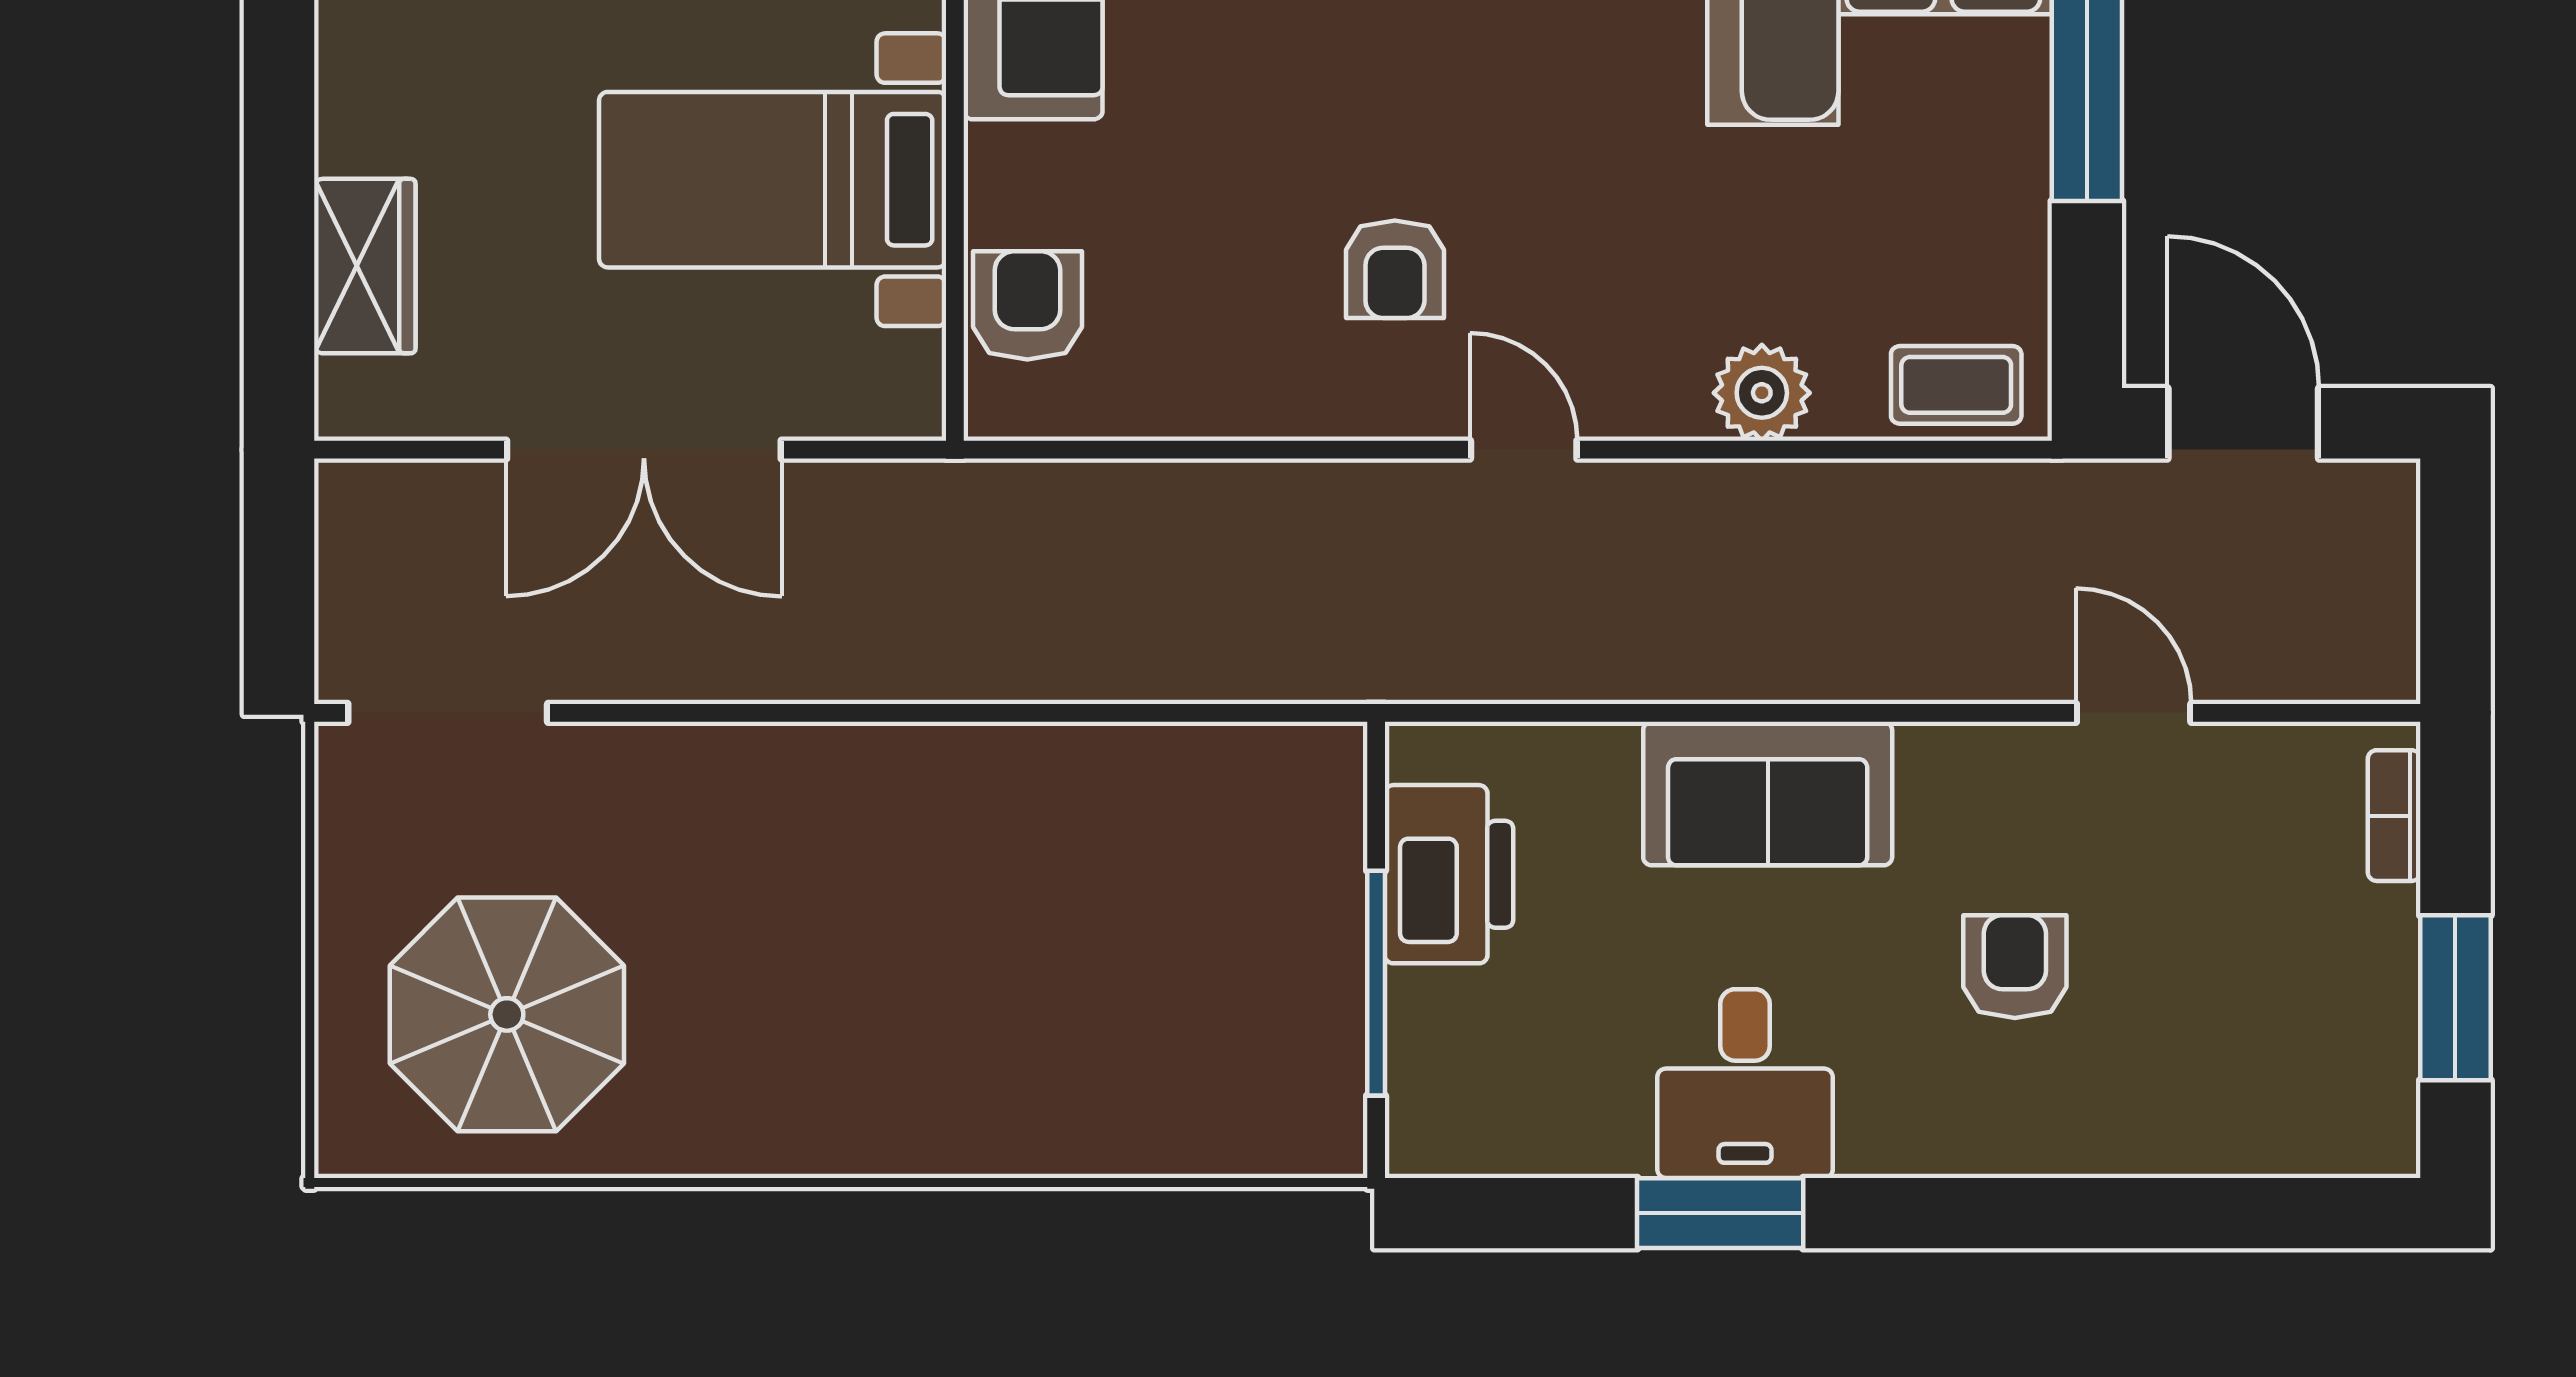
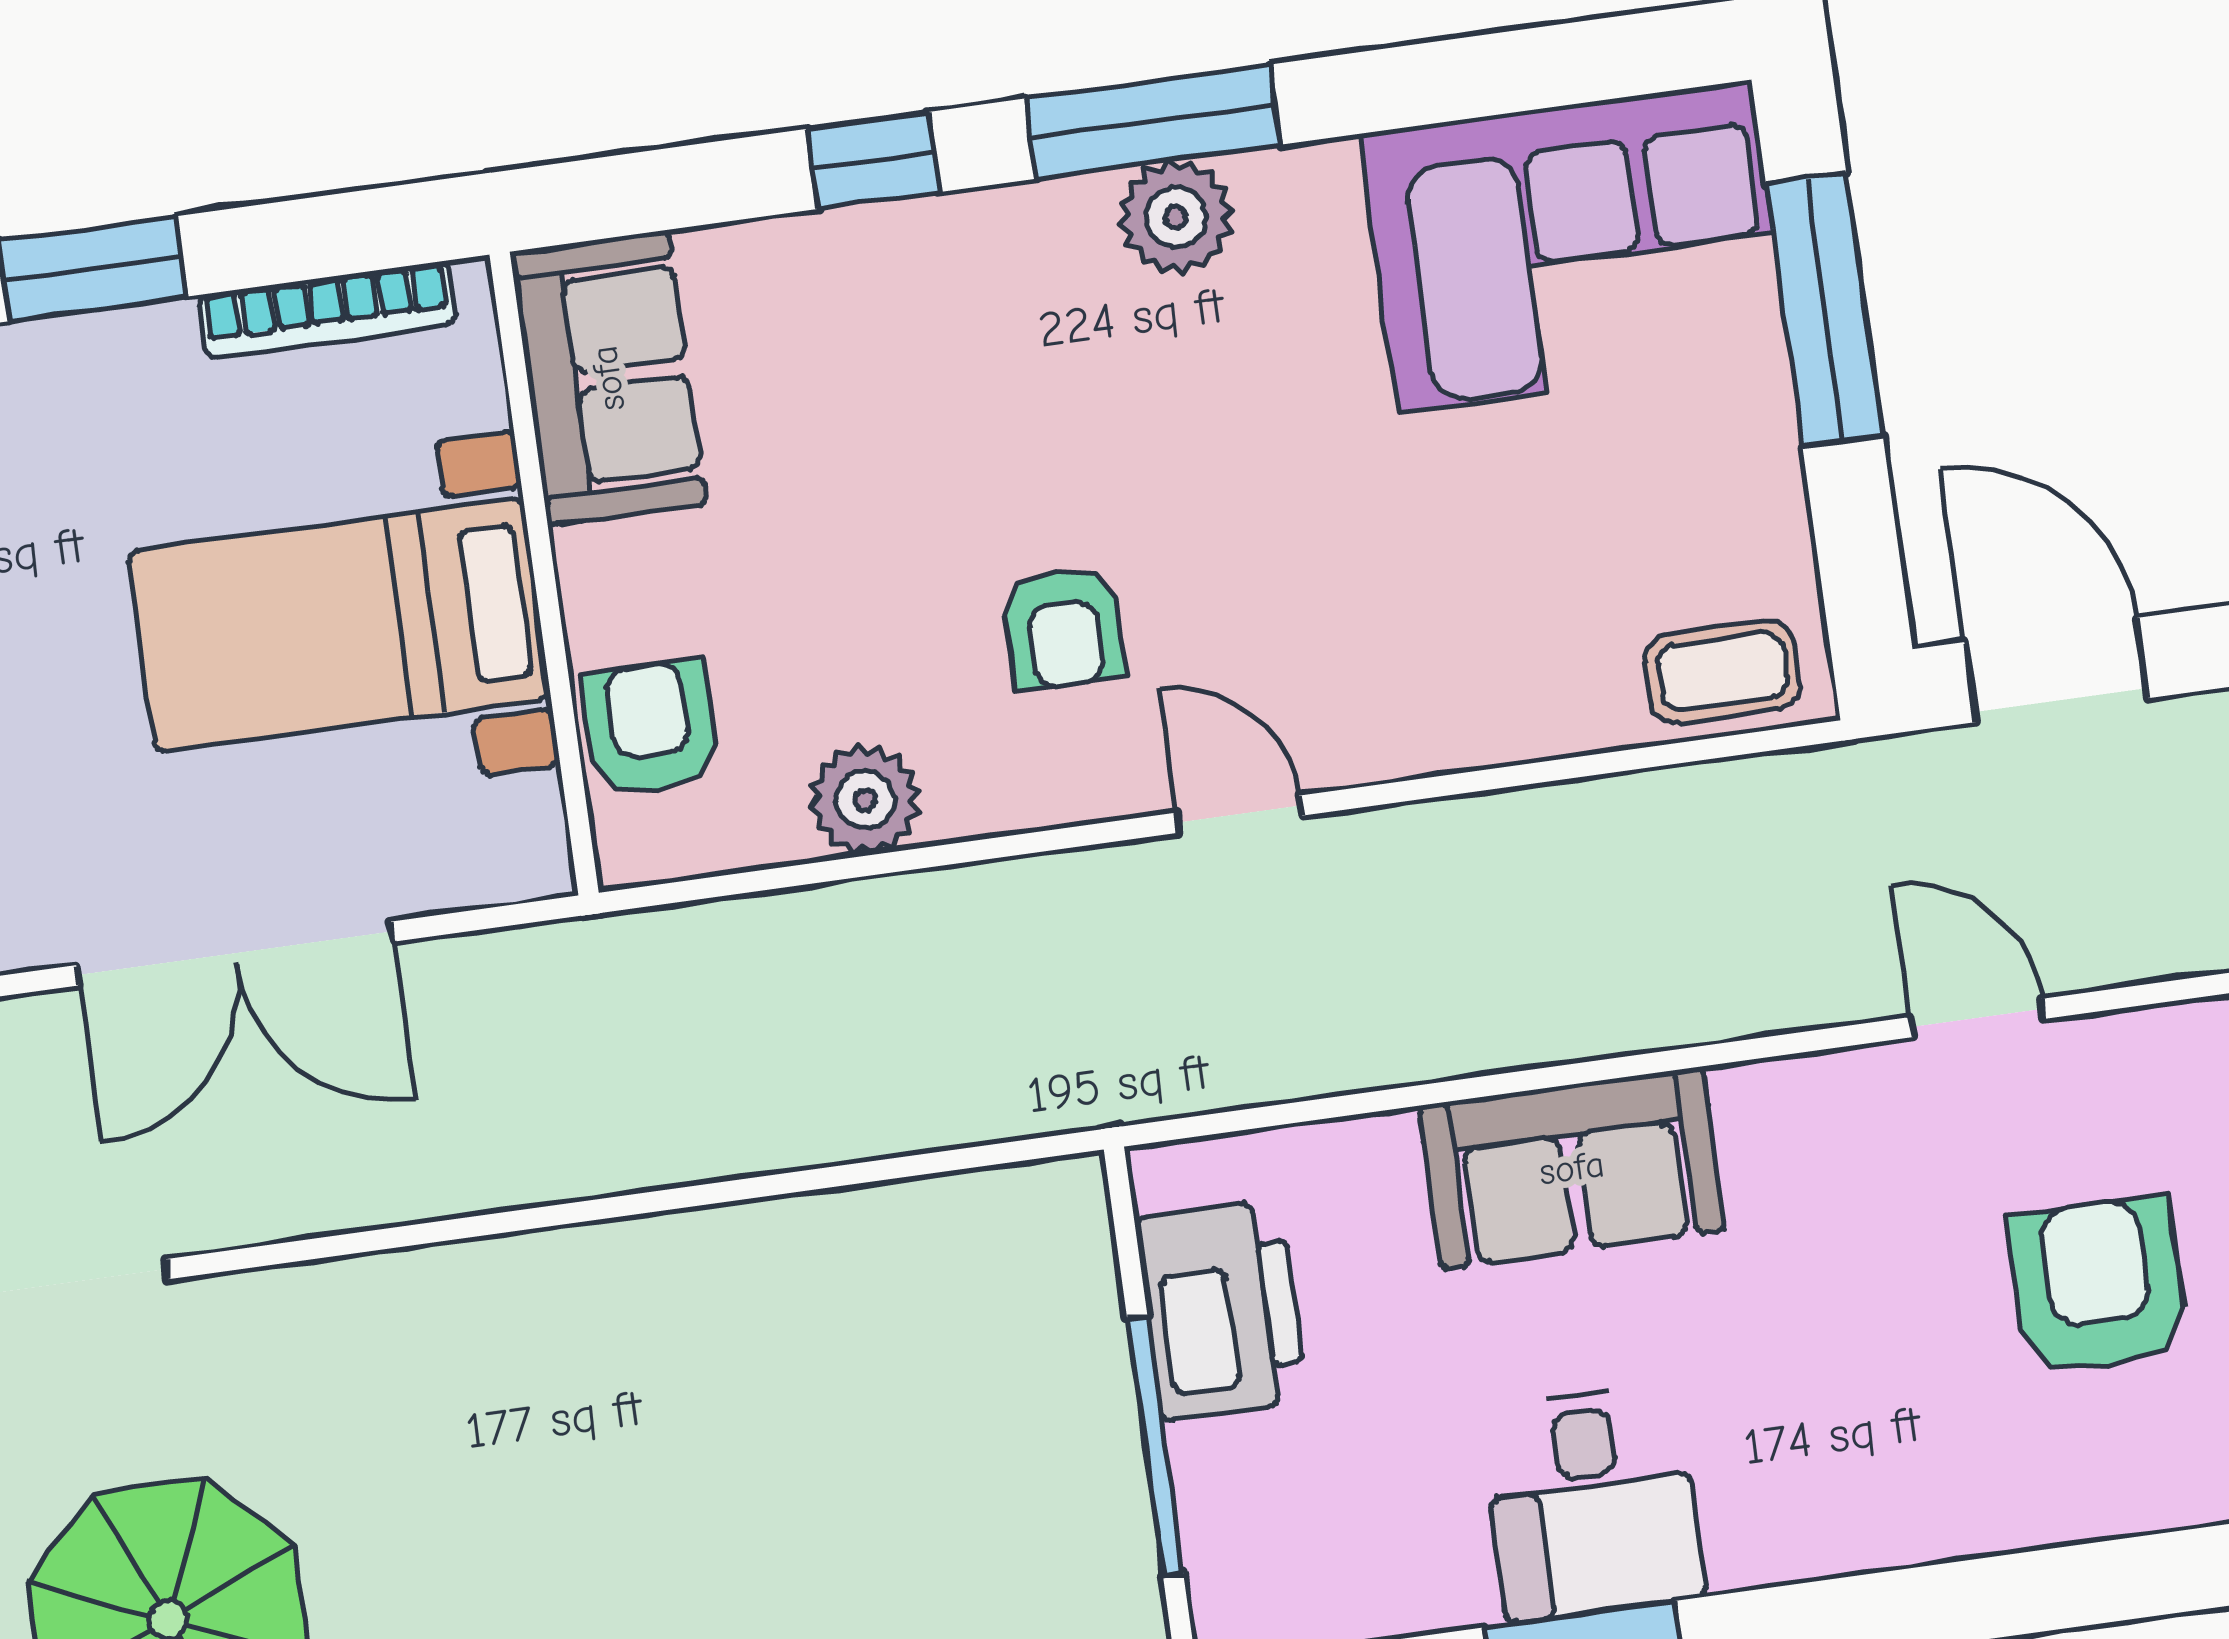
plant: (1762, 393) -> (865, 800), moved
armchair: (2015, 967) -> (2098, 1286), moved, width x1.38, depth x1.38

